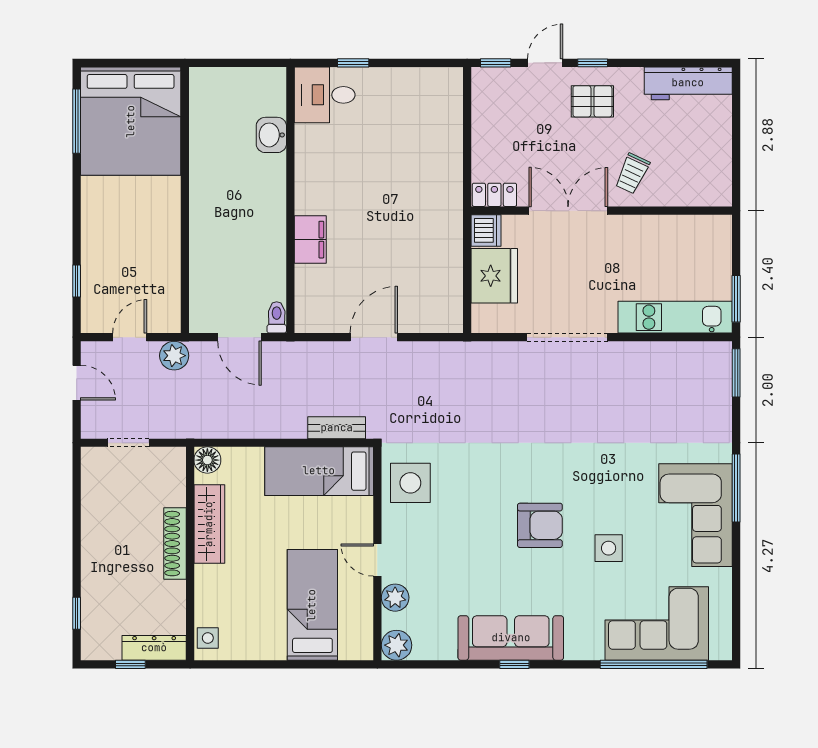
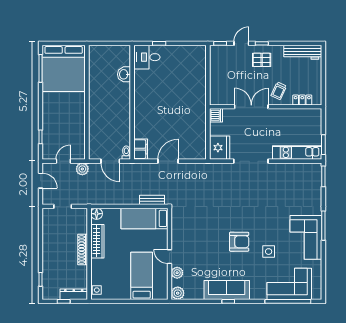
locker: (494, 195) -> (302, 100), moved
filing cabinet: (310, 240) -> (141, 149), moved
fridge: (494, 276) -> (220, 148), moved
side table: (410, 483) -> (184, 224), removed

